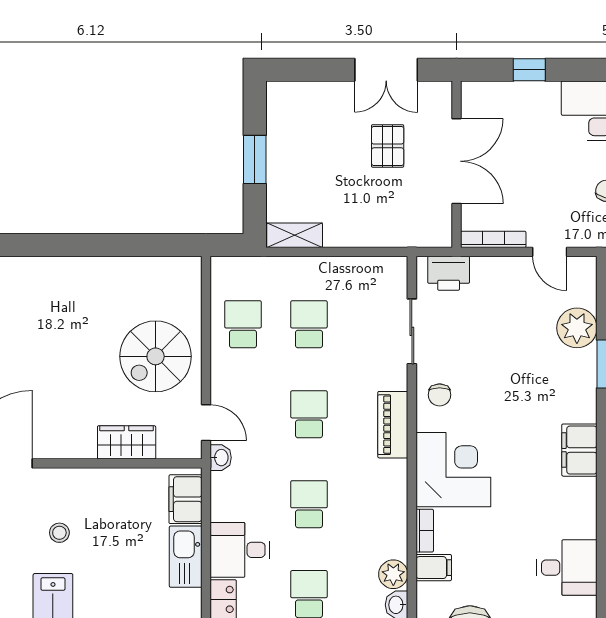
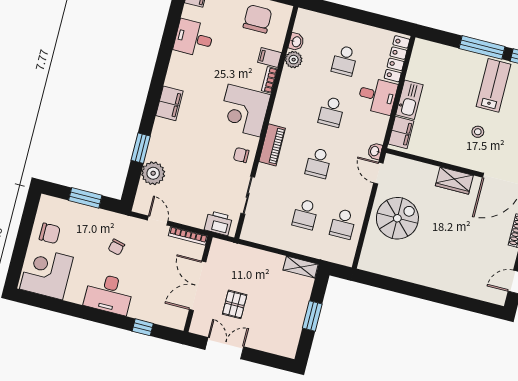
chair: (440, 395) -> (241, 155), turned -90
wardrobe: (127, 442) -> (454, 181), moved

